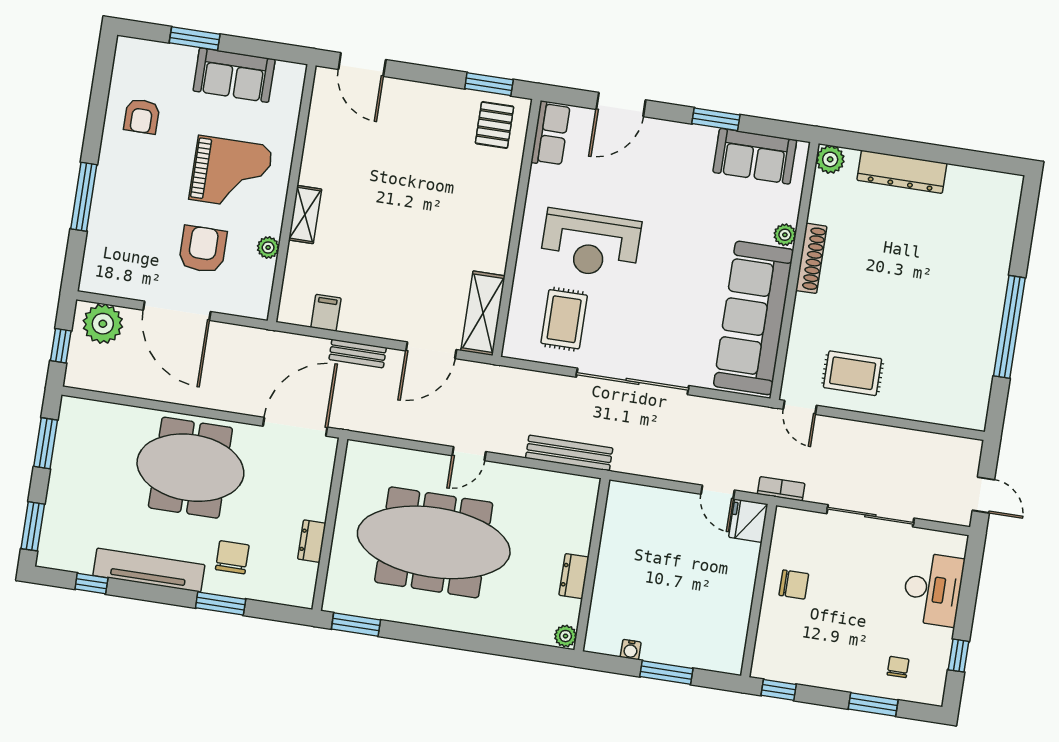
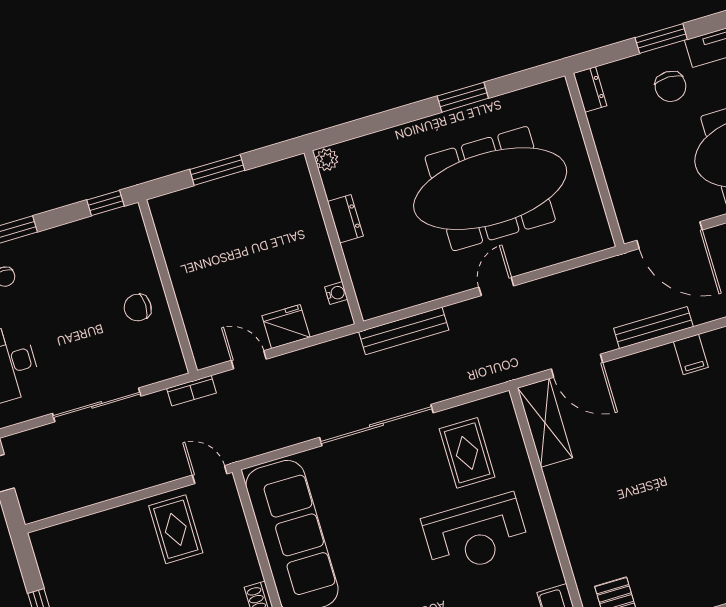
reception desk: (590, 244) -> (476, 534), turned 180
door: (431, 350) -> (577, 366), swing flipped
bench: (358, 353) -> (653, 328), width x1.36
rug: (853, 373) -> (176, 529), turned 90
door: (295, 427) -> (670, 235), hinge flipped
fridge: (748, 521) -> (286, 326), moved, turned -90
dresser: (312, 541) -> (590, 90), moved
window: (356, 624) -> (463, 97), moved
water cooler: (631, 650) -> (336, 293), moved, turned 90

